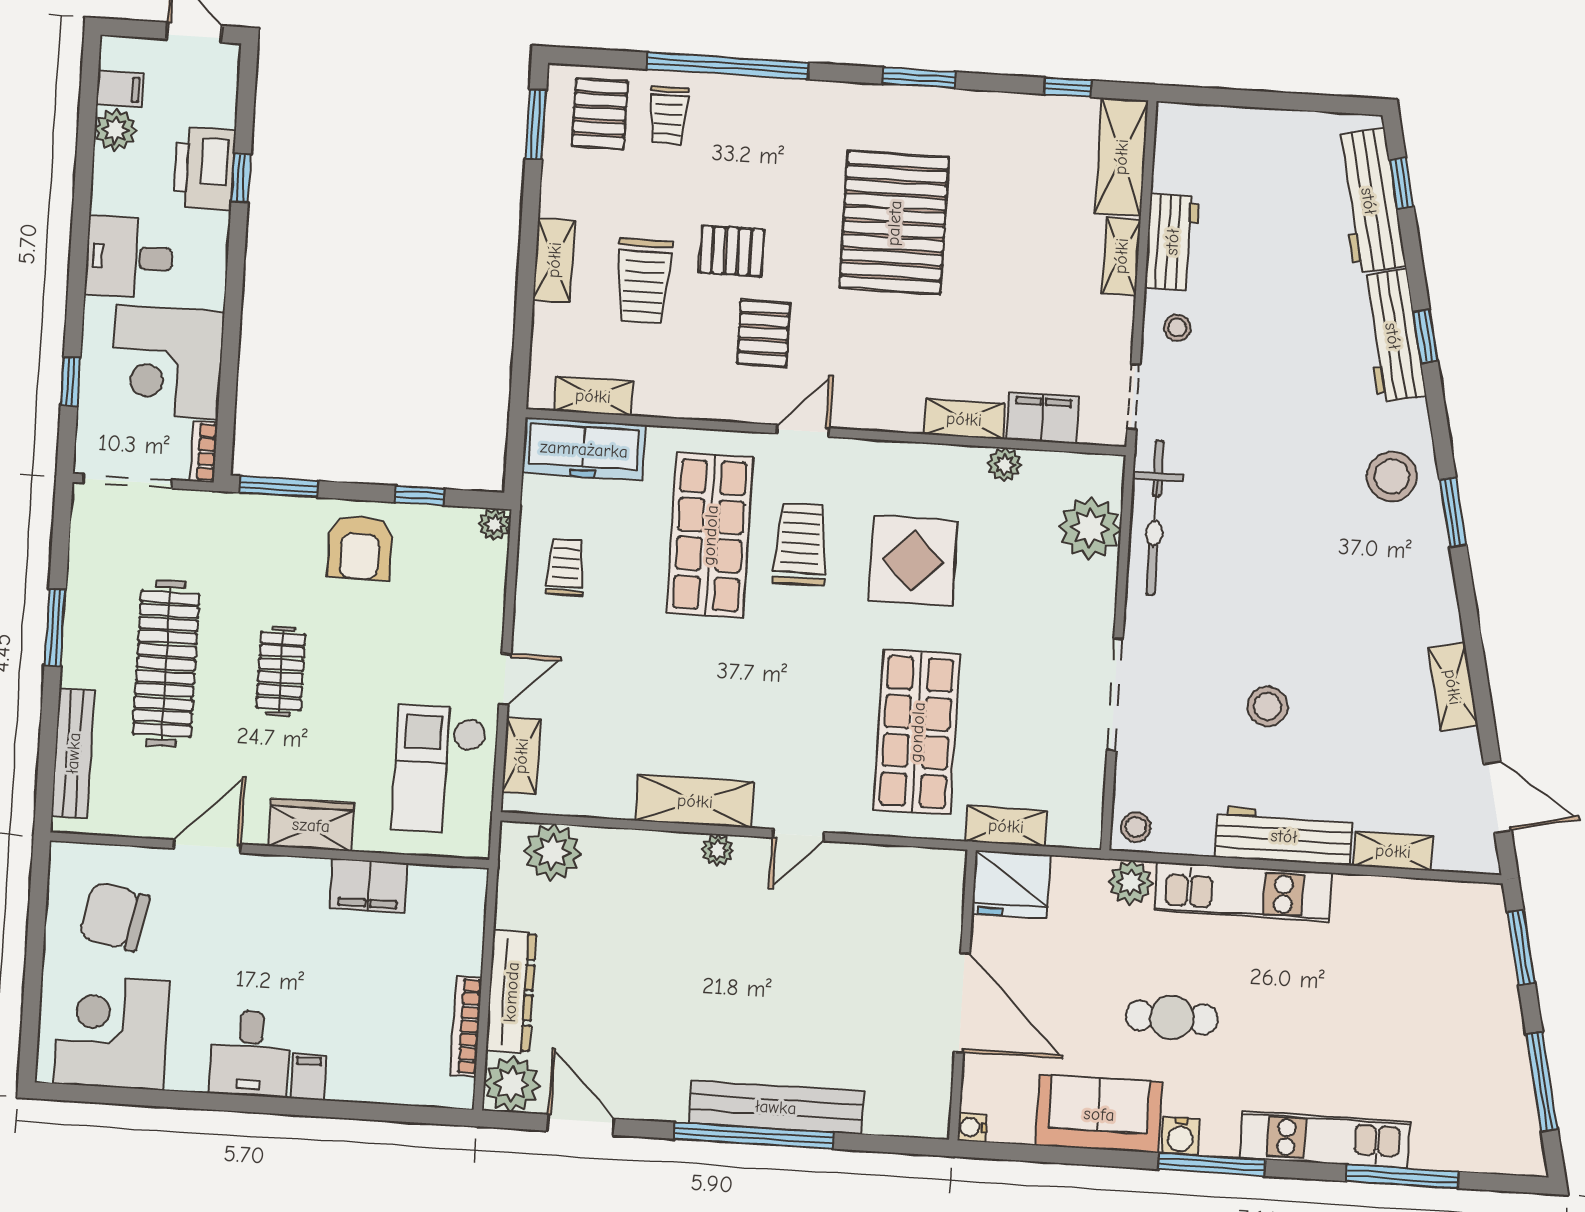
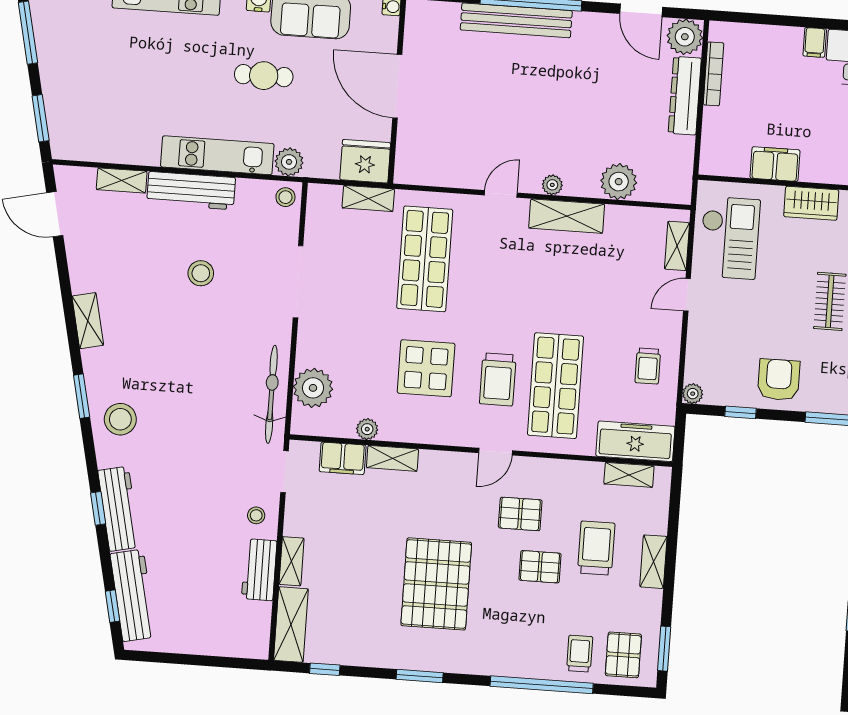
pallet: (763, 333) -> (520, 514), turned 90
shelving: (1453, 687) -> (88, 321), moved
plant: (553, 852) -> (619, 182), moved

